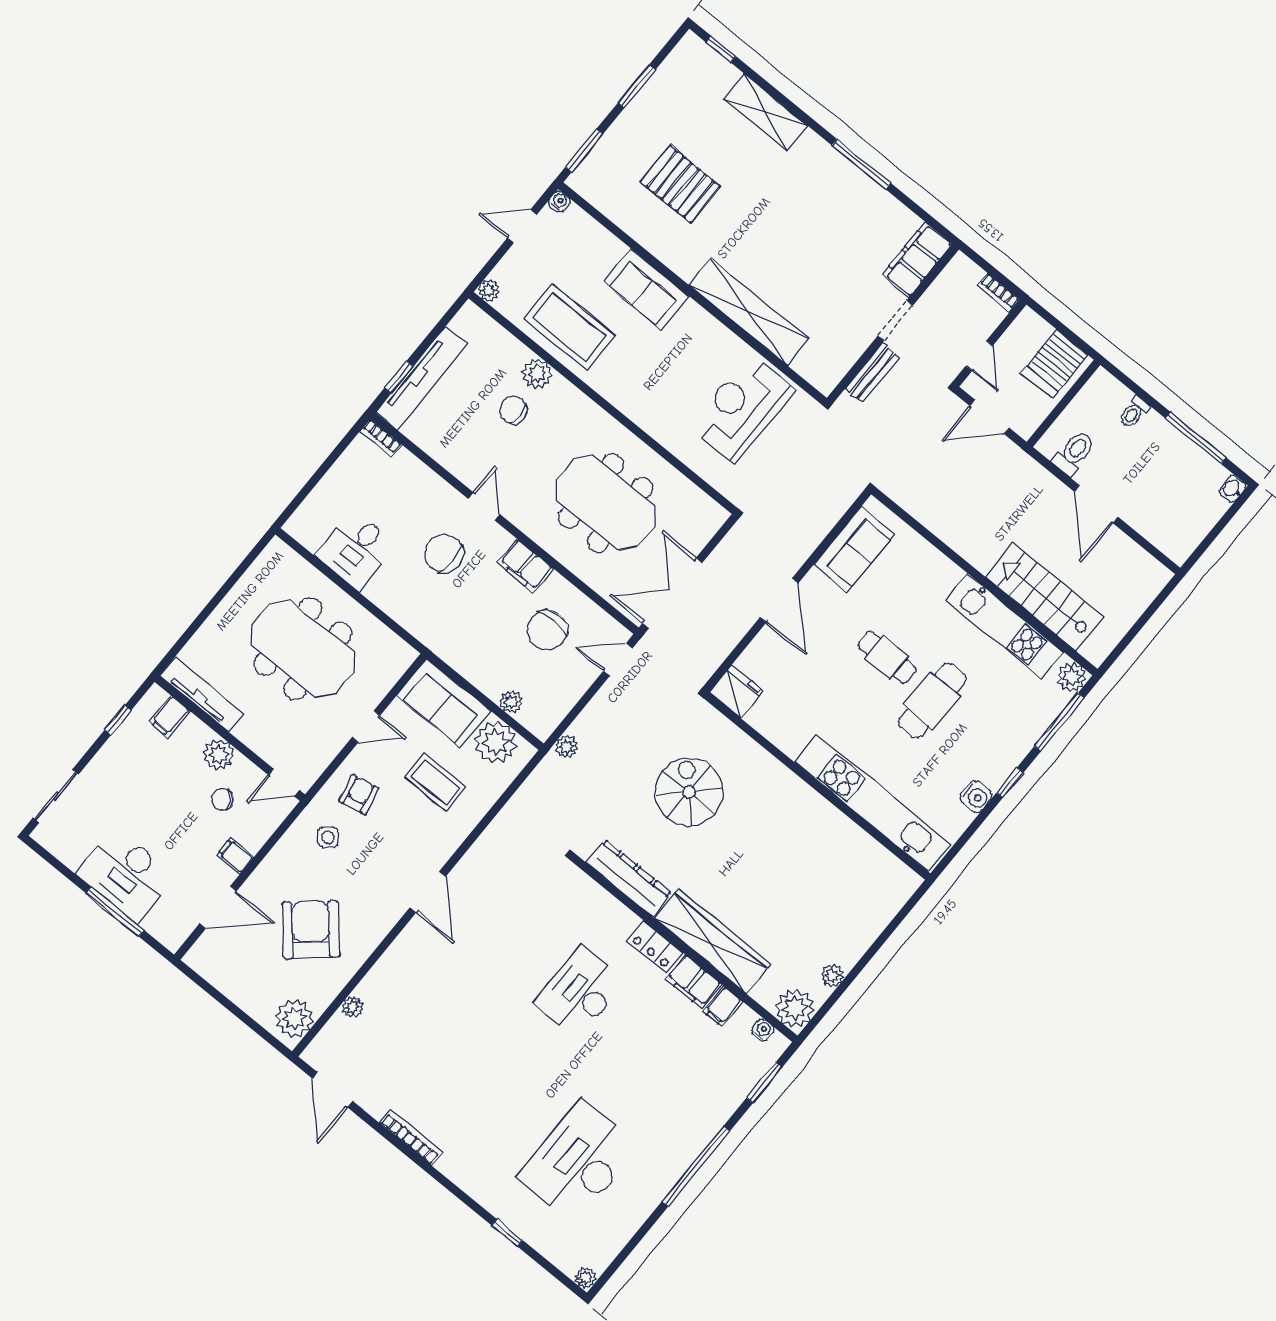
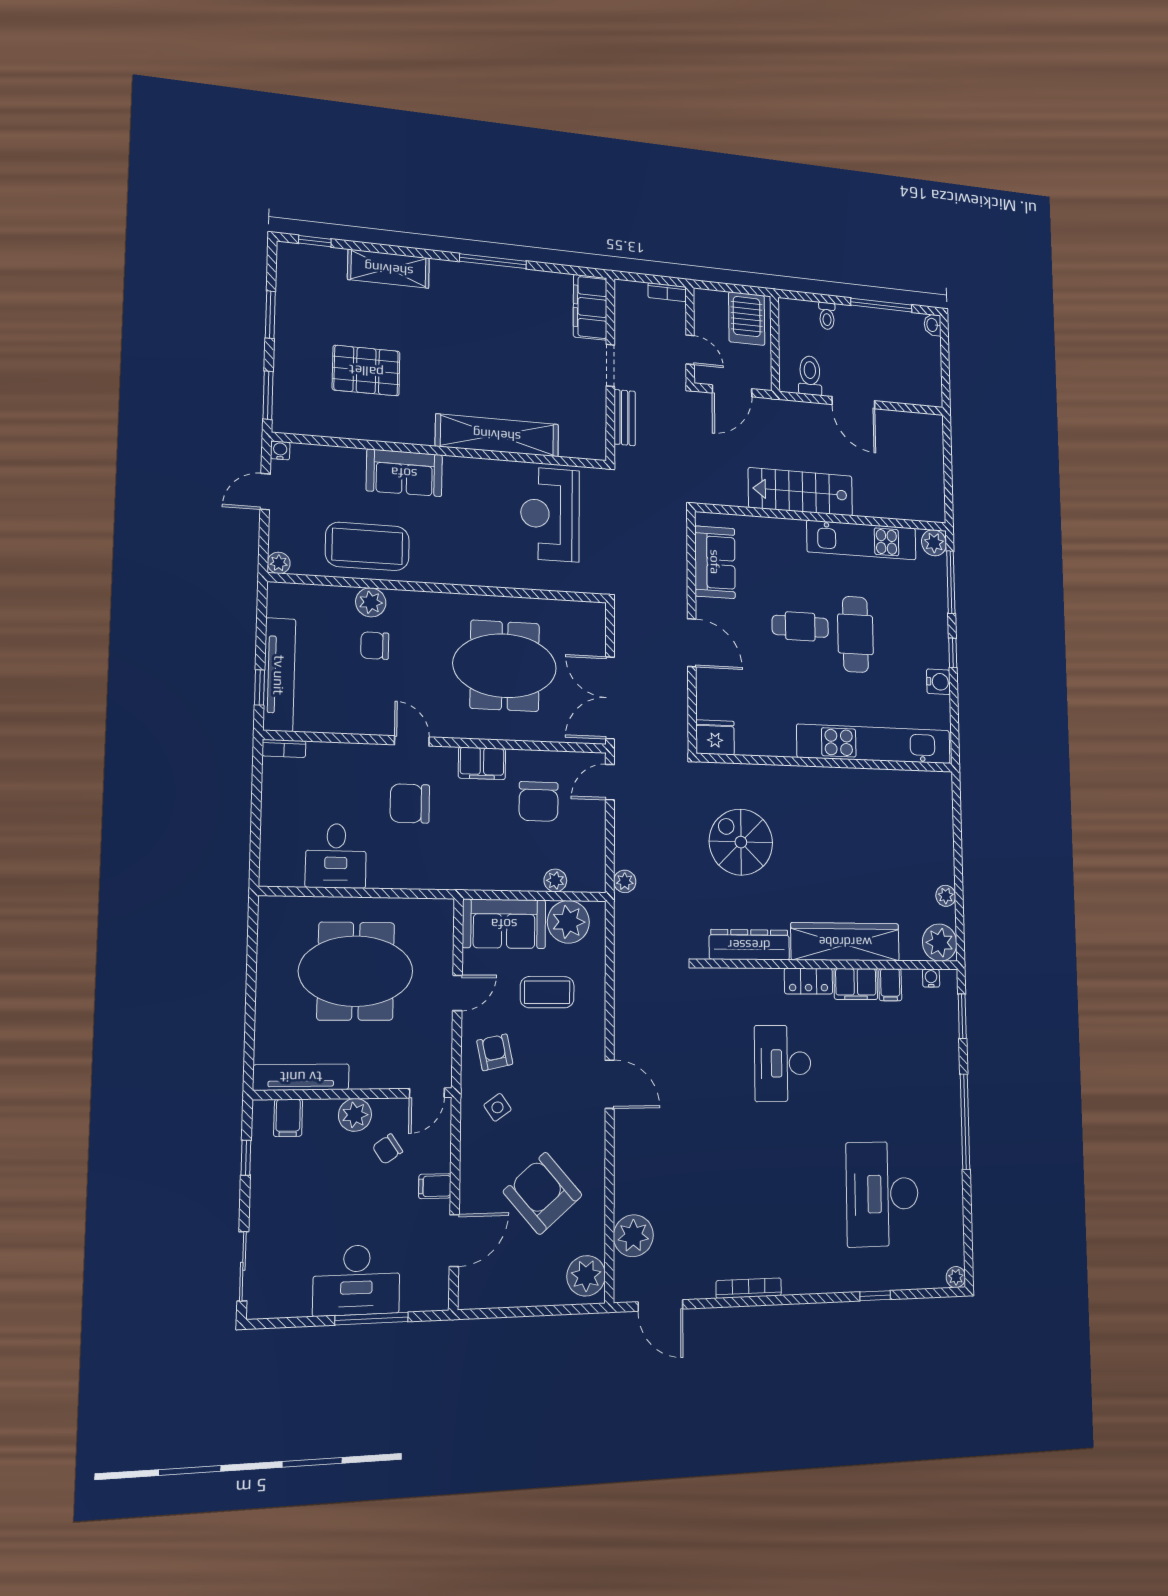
stairs: (1045, 597) -> (801, 492), moved
plant: (352, 1007) -> (633, 1236), width x1.88, depth x1.88

